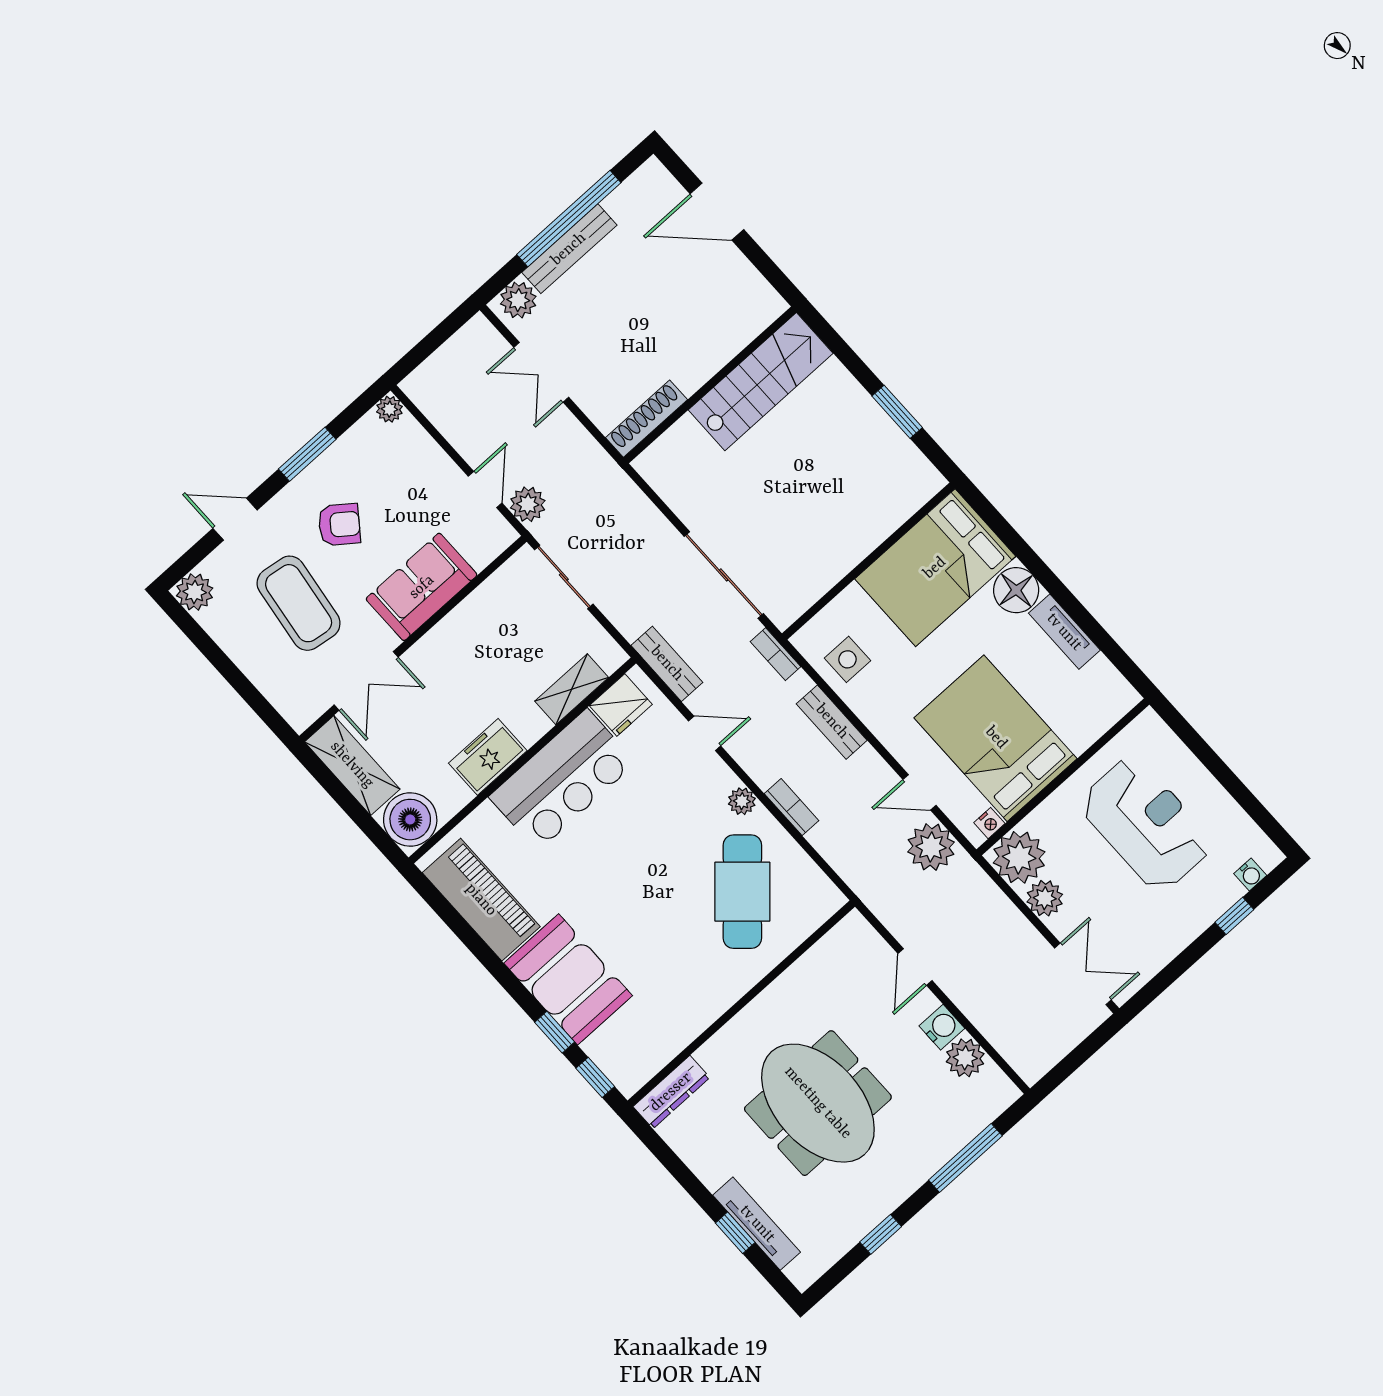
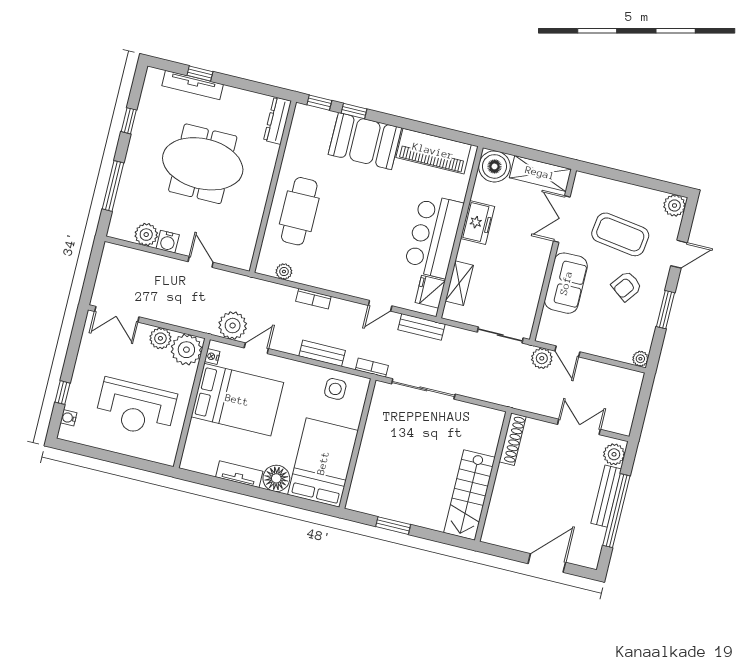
plant: (742, 801) -> (284, 272), moved
cafe table: (742, 892) -> (299, 211), moved, turned 48

